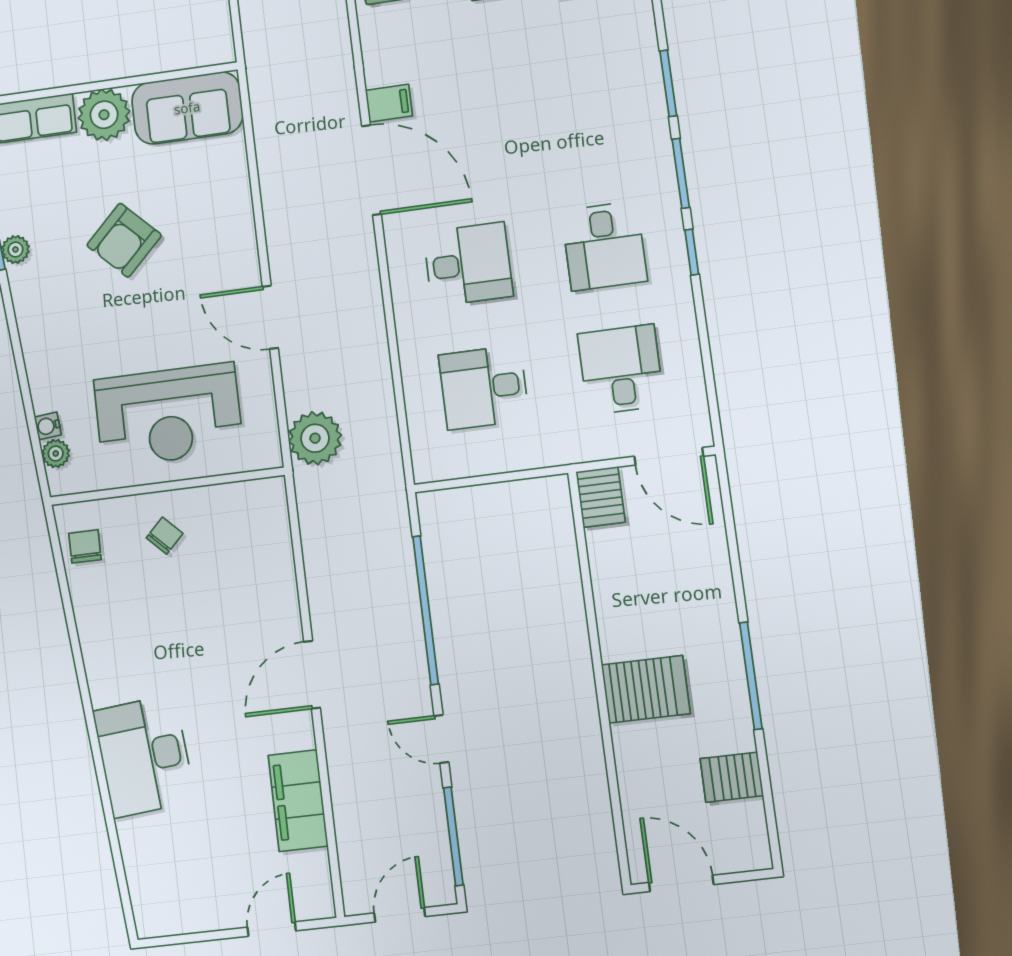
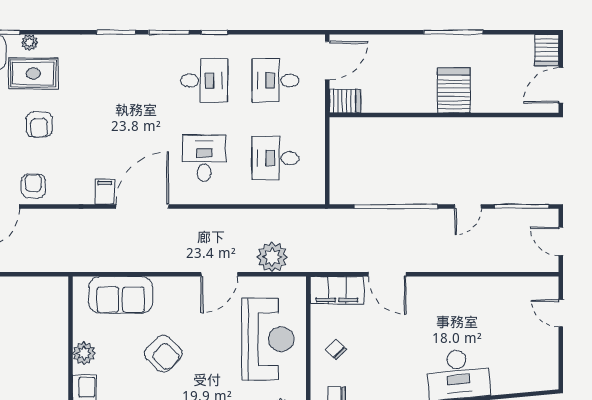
sofa: (187, 108) -> (121, 295), moved, turned 90
plant: (104, 115) -> (84, 353), width x0.73, depth x0.73
desk: (484, 387) -> (275, 158), turned 90
plant: (315, 438) -> (272, 257), moved
door: (312, 675) -> (387, 274), moved
server rack: (732, 777) -> (547, 50), moved
filing cabinet: (298, 801) -> (337, 290), moved

